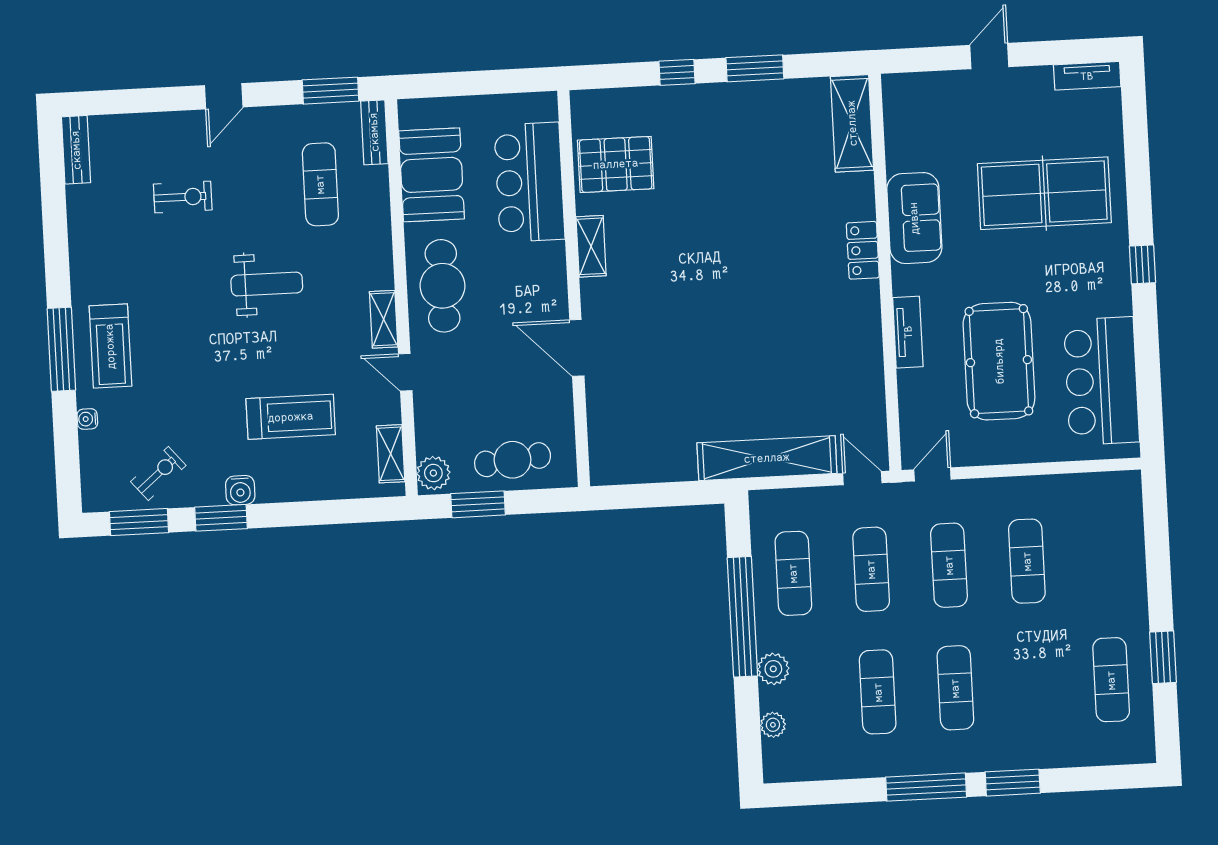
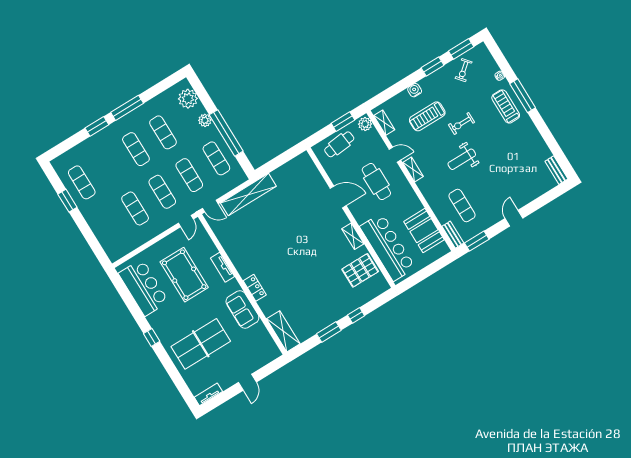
bar counter: (529, 182) -> (388, 247), width x1.36
exercise bike: (183, 197) -> (462, 123), moved
cafe table: (443, 286) -> (376, 181), moved
water cooler: (240, 490) -> (415, 90), moved
plant: (773, 725) -> (188, 99), width x1.88, depth x1.88

